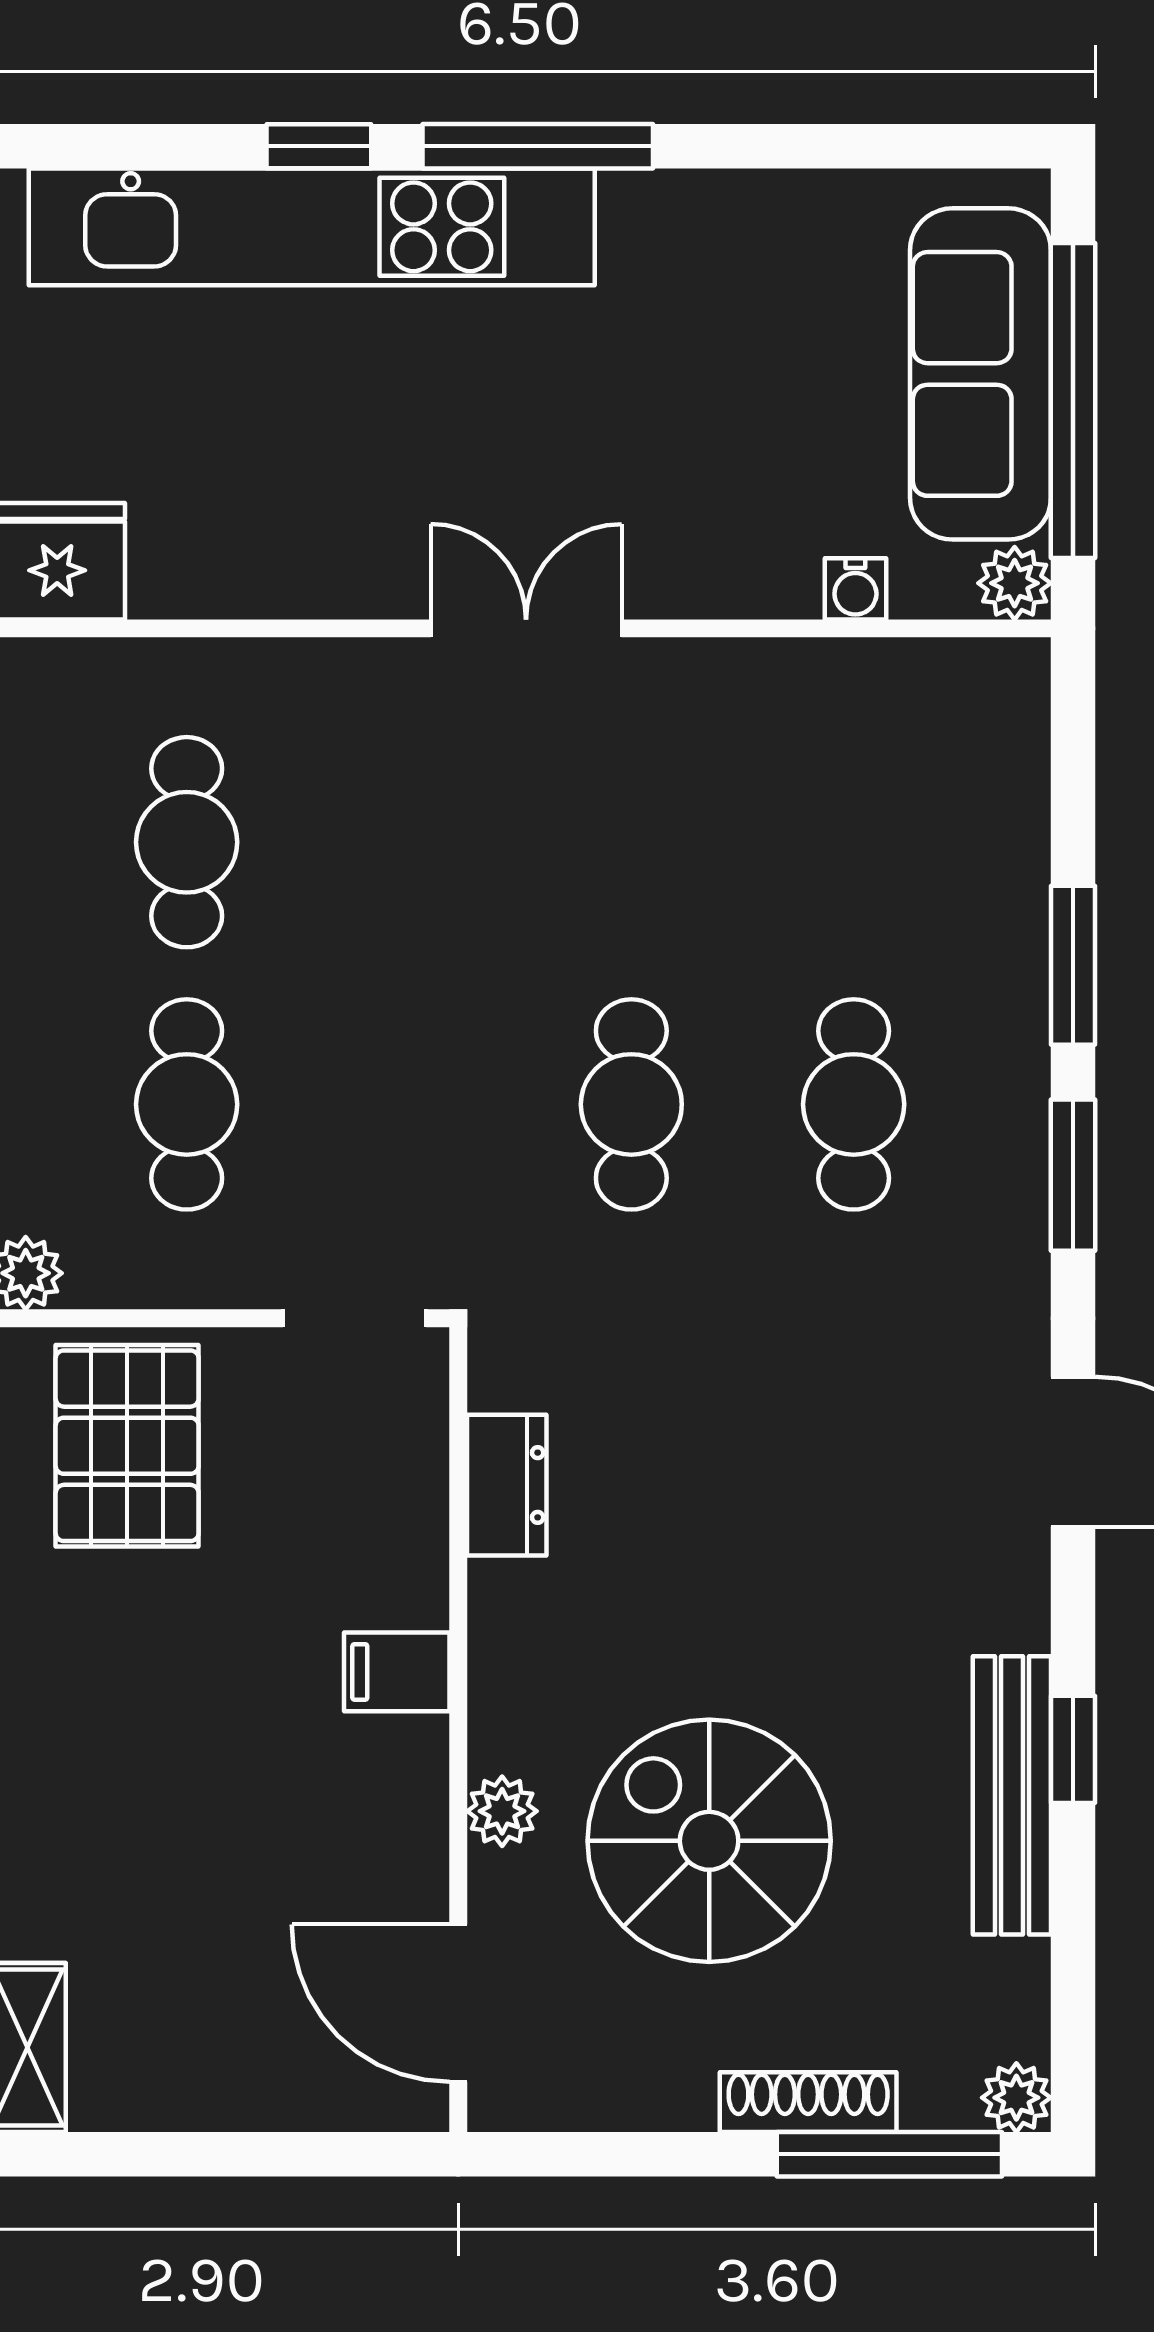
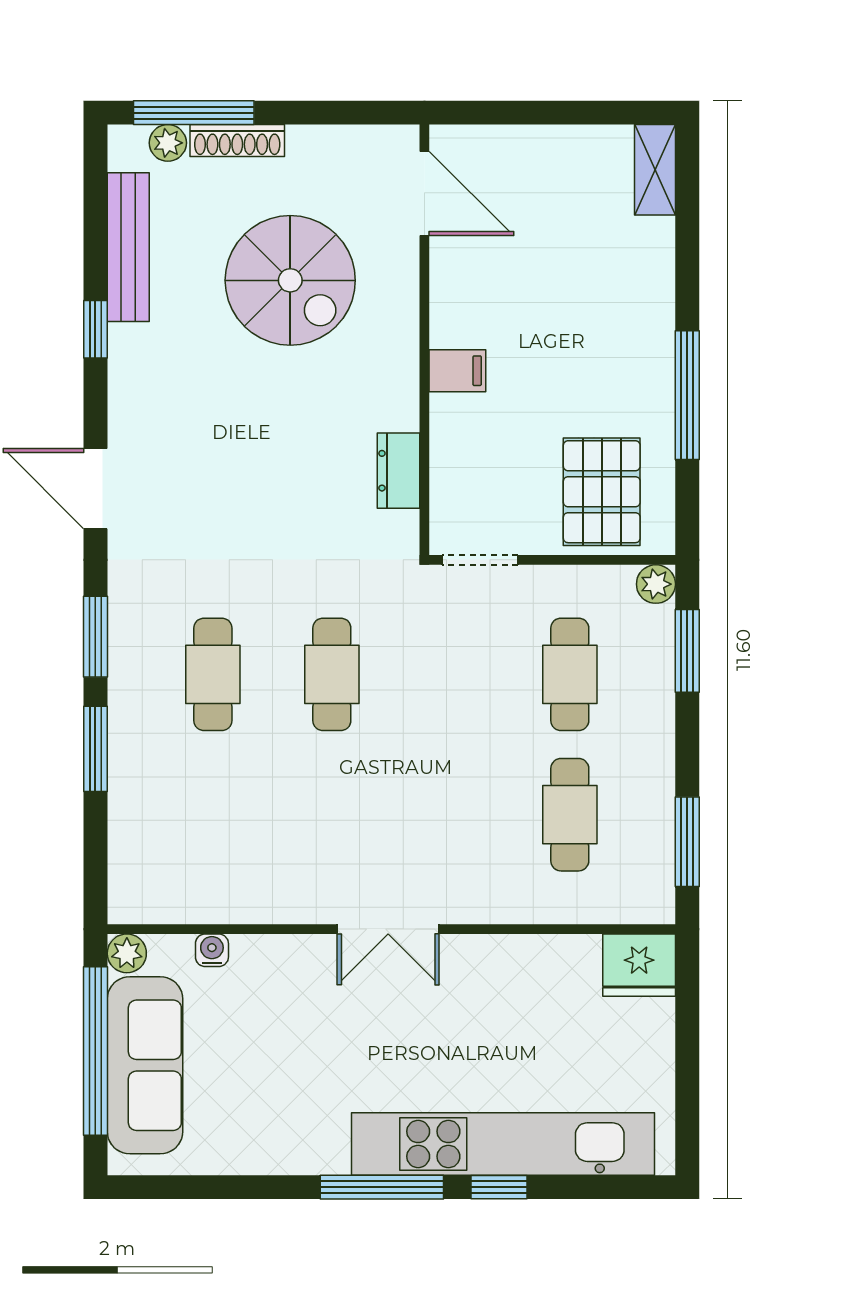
bench: (1012, 1795) -> (128, 247), moved
plant: (502, 1811) -> (401, 296), removed
plant: (1016, 2098) -> (168, 143), moved

